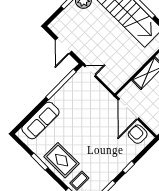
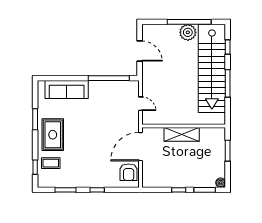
door: (64, 46) -> (140, 51), swing flipped
door: (90, 71) -> (140, 104), moved
armchair: (138, 134) -> (129, 172), turned 180

